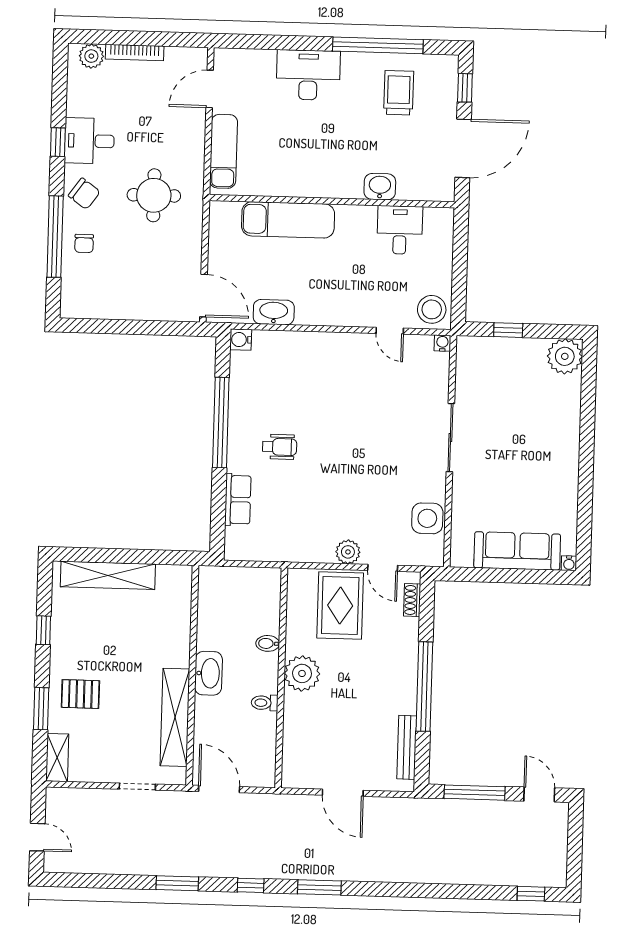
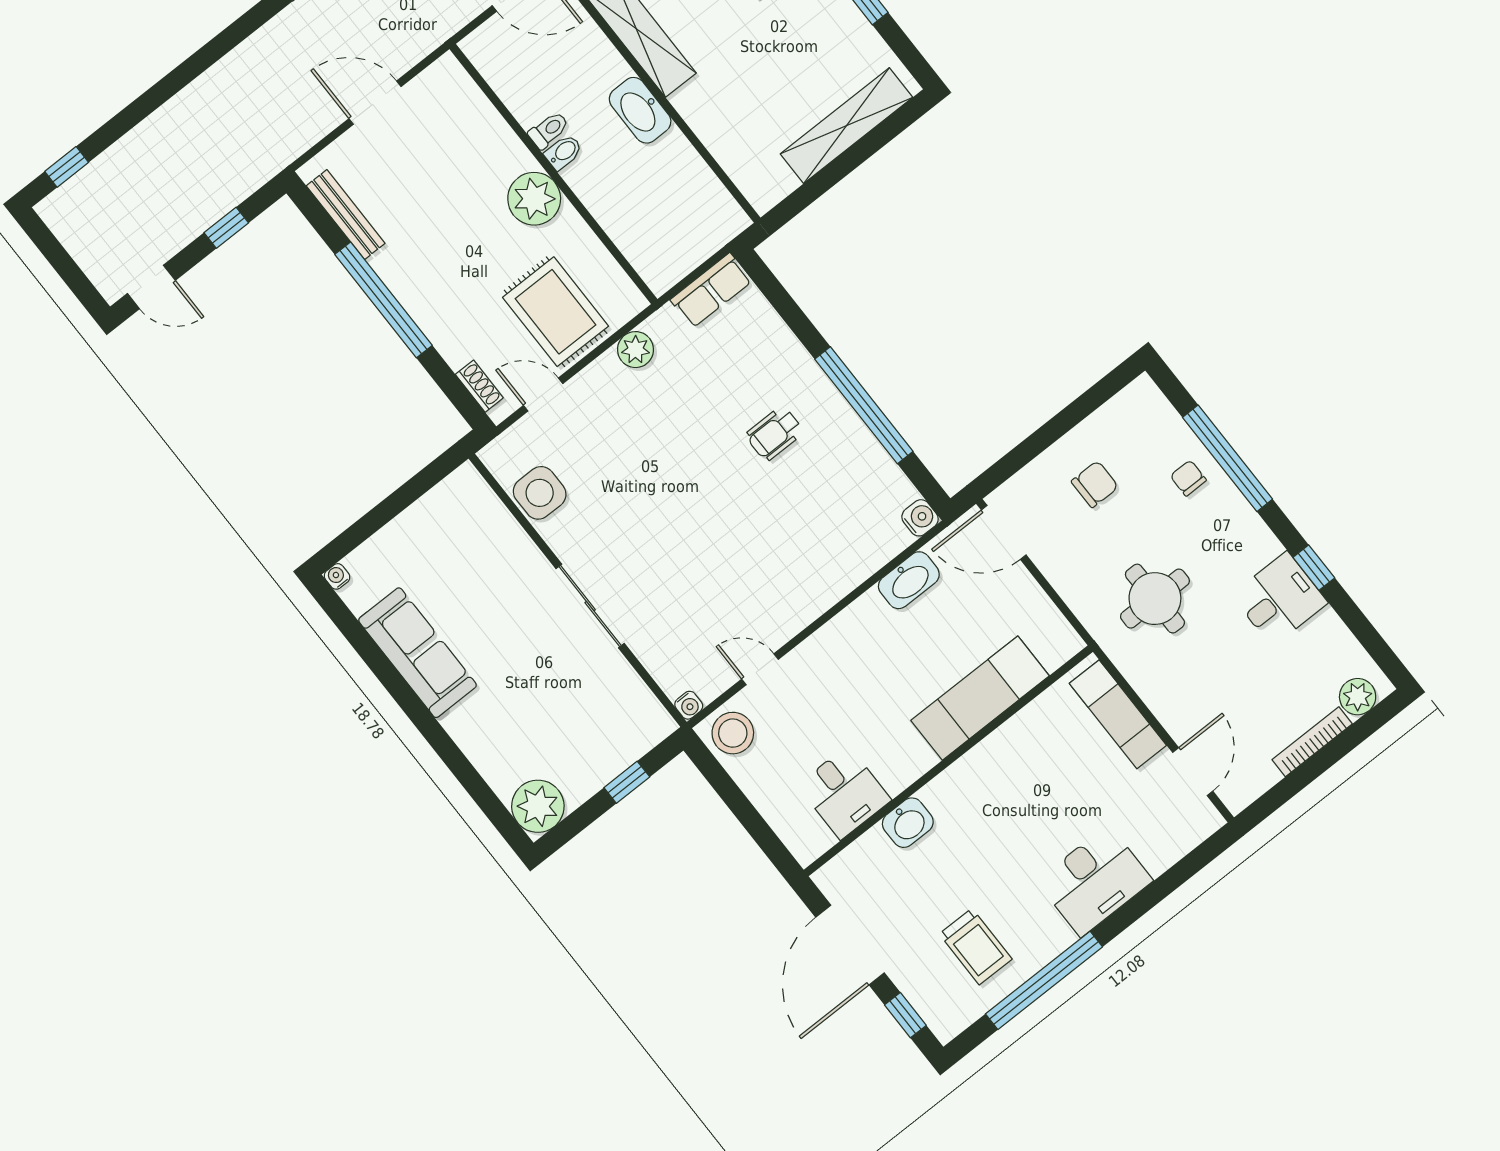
chair: (84, 194) -> (1095, 484), moved, turned 144
row of seats: (238, 500) -> (711, 290), moved, turned -90
sofa: (517, 551) -> (418, 653), moved, turned -90
plant: (348, 552) -> (636, 350), moved
bidet: (268, 643) -> (563, 152), moved
window: (475, 793) -> (226, 228), width x0.46

